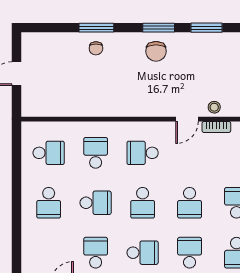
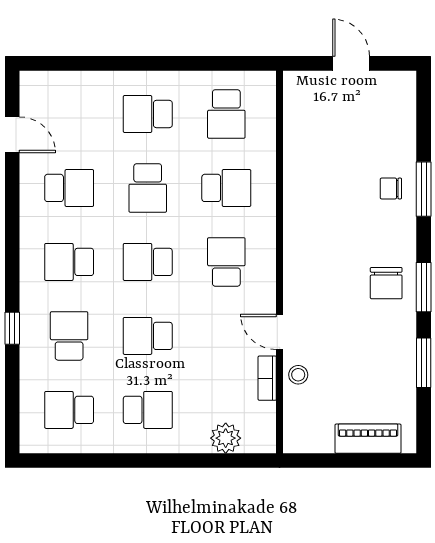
chair: (156, 51) -> (386, 283), turned -90
school desk: (143, 253) -> (69, 262), turned 90
school desk: (190, 253) -> (69, 336), turned -90

